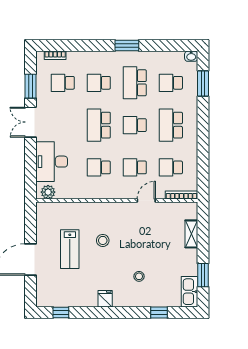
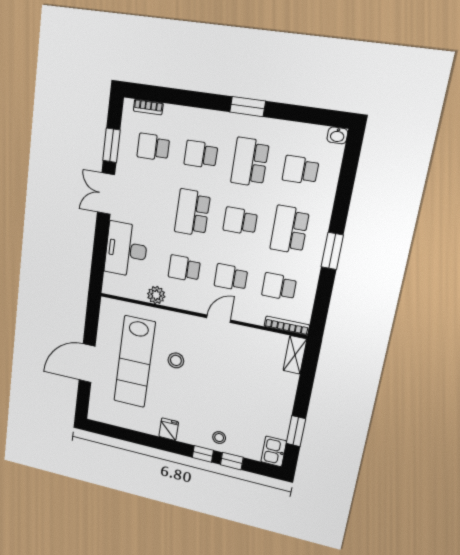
window: (203, 83) -> (332, 251), moved
plant: (48, 192) -> (156, 295), moved
door: (146, 201) -> (219, 319), moved
shelving: (191, 234) -> (295, 355), moved
lab bench: (70, 249) -> (134, 362), width x1.86, depth x1.39
stool: (139, 276) -> (219, 438), moved
kitchen sink: (190, 292) -> (274, 451), width x0.73
window: (61, 312) -> (203, 454), moved

